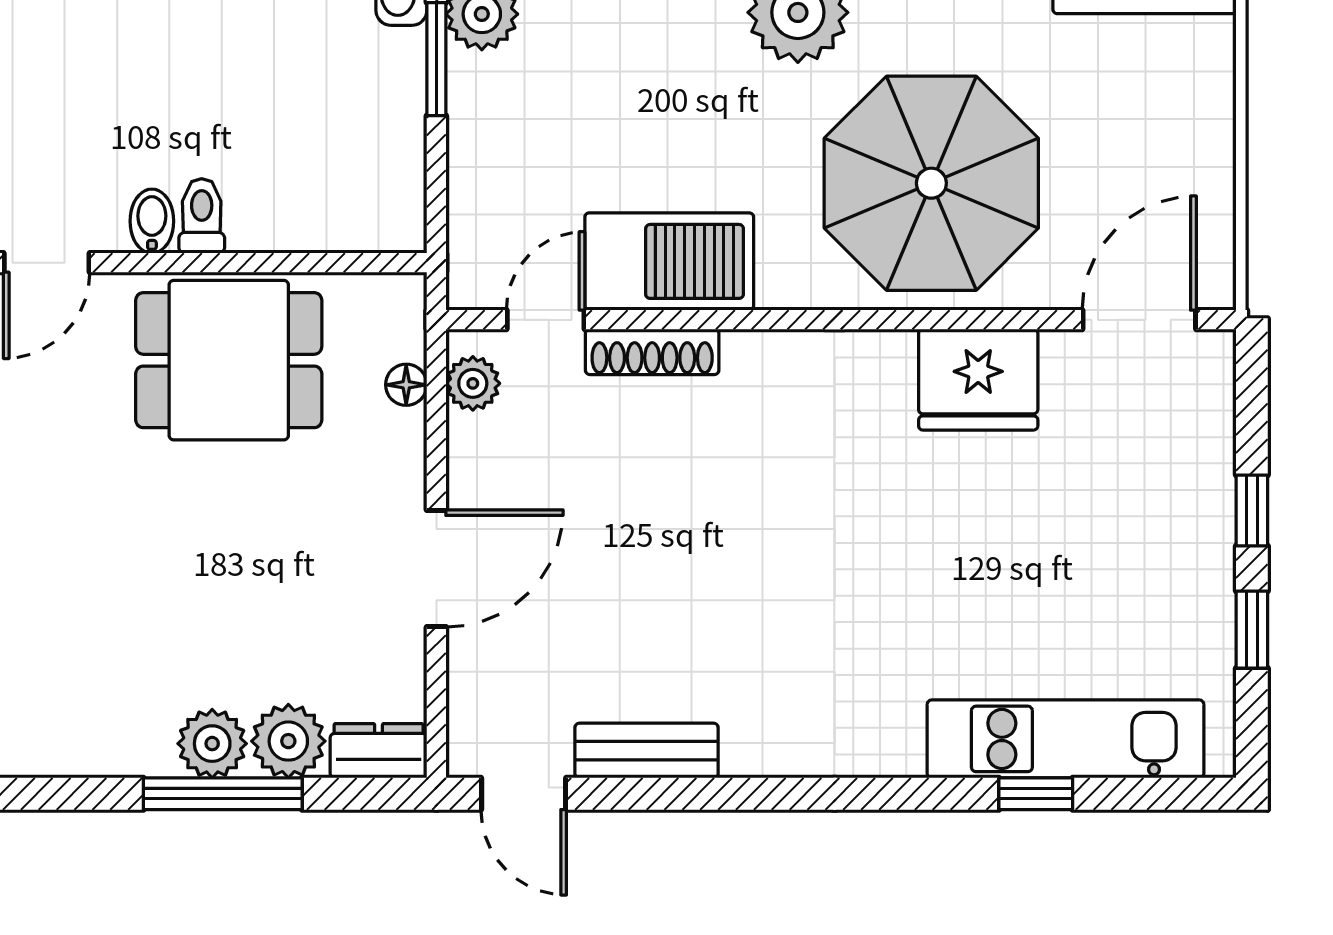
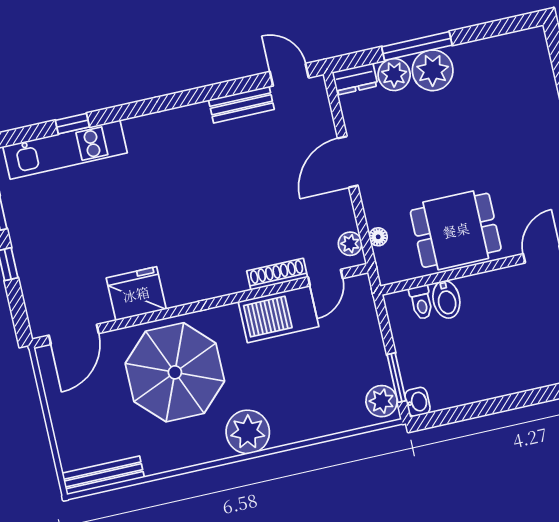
toilet: (202, 216) -> (421, 302), moved
bidet: (152, 221) -> (446, 299), moved, width x1.38, depth x1.36
plant: (212, 744) -> (433, 70), width x1.36, depth x1.36

